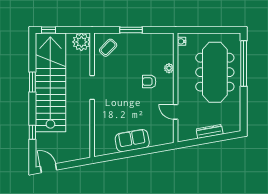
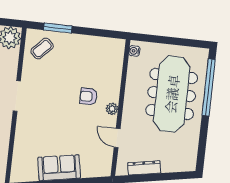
window: (131, 30) -> (58, 28), moved
plant: (169, 68) -> (112, 109), moved
dresser: (210, 131) -> (144, 168), moved

